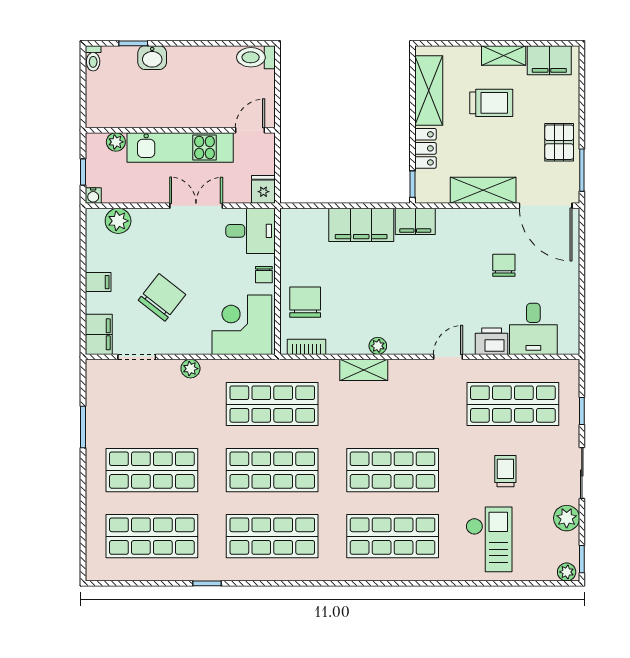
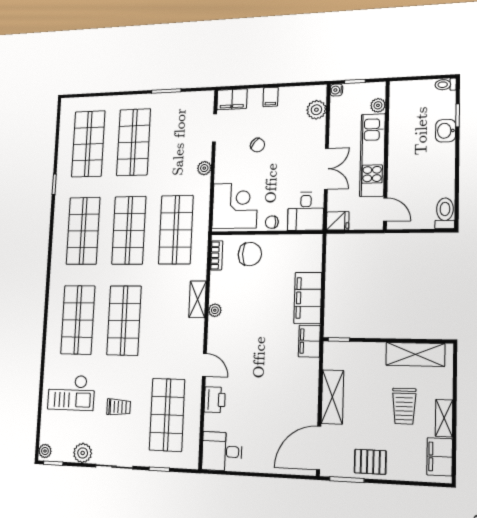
locker: (425, 148) -> (368, 351), removed
chair: (504, 265) -> (273, 412), removed
chair: (162, 297) -> (257, 145), width x0.54, depth x0.54
desk: (533, 329) -> (222, 451), moved

